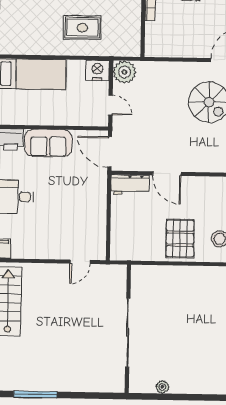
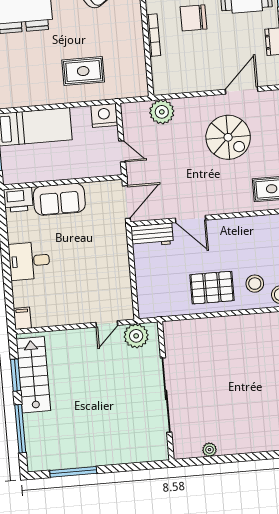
plant: (125, 72) -> (162, 112), moved
door: (110, 152) -> (126, 202), swing flipped
pallet: (180, 239) -> (212, 288), turned 90
plant: (106, 276) -> (136, 336), added

